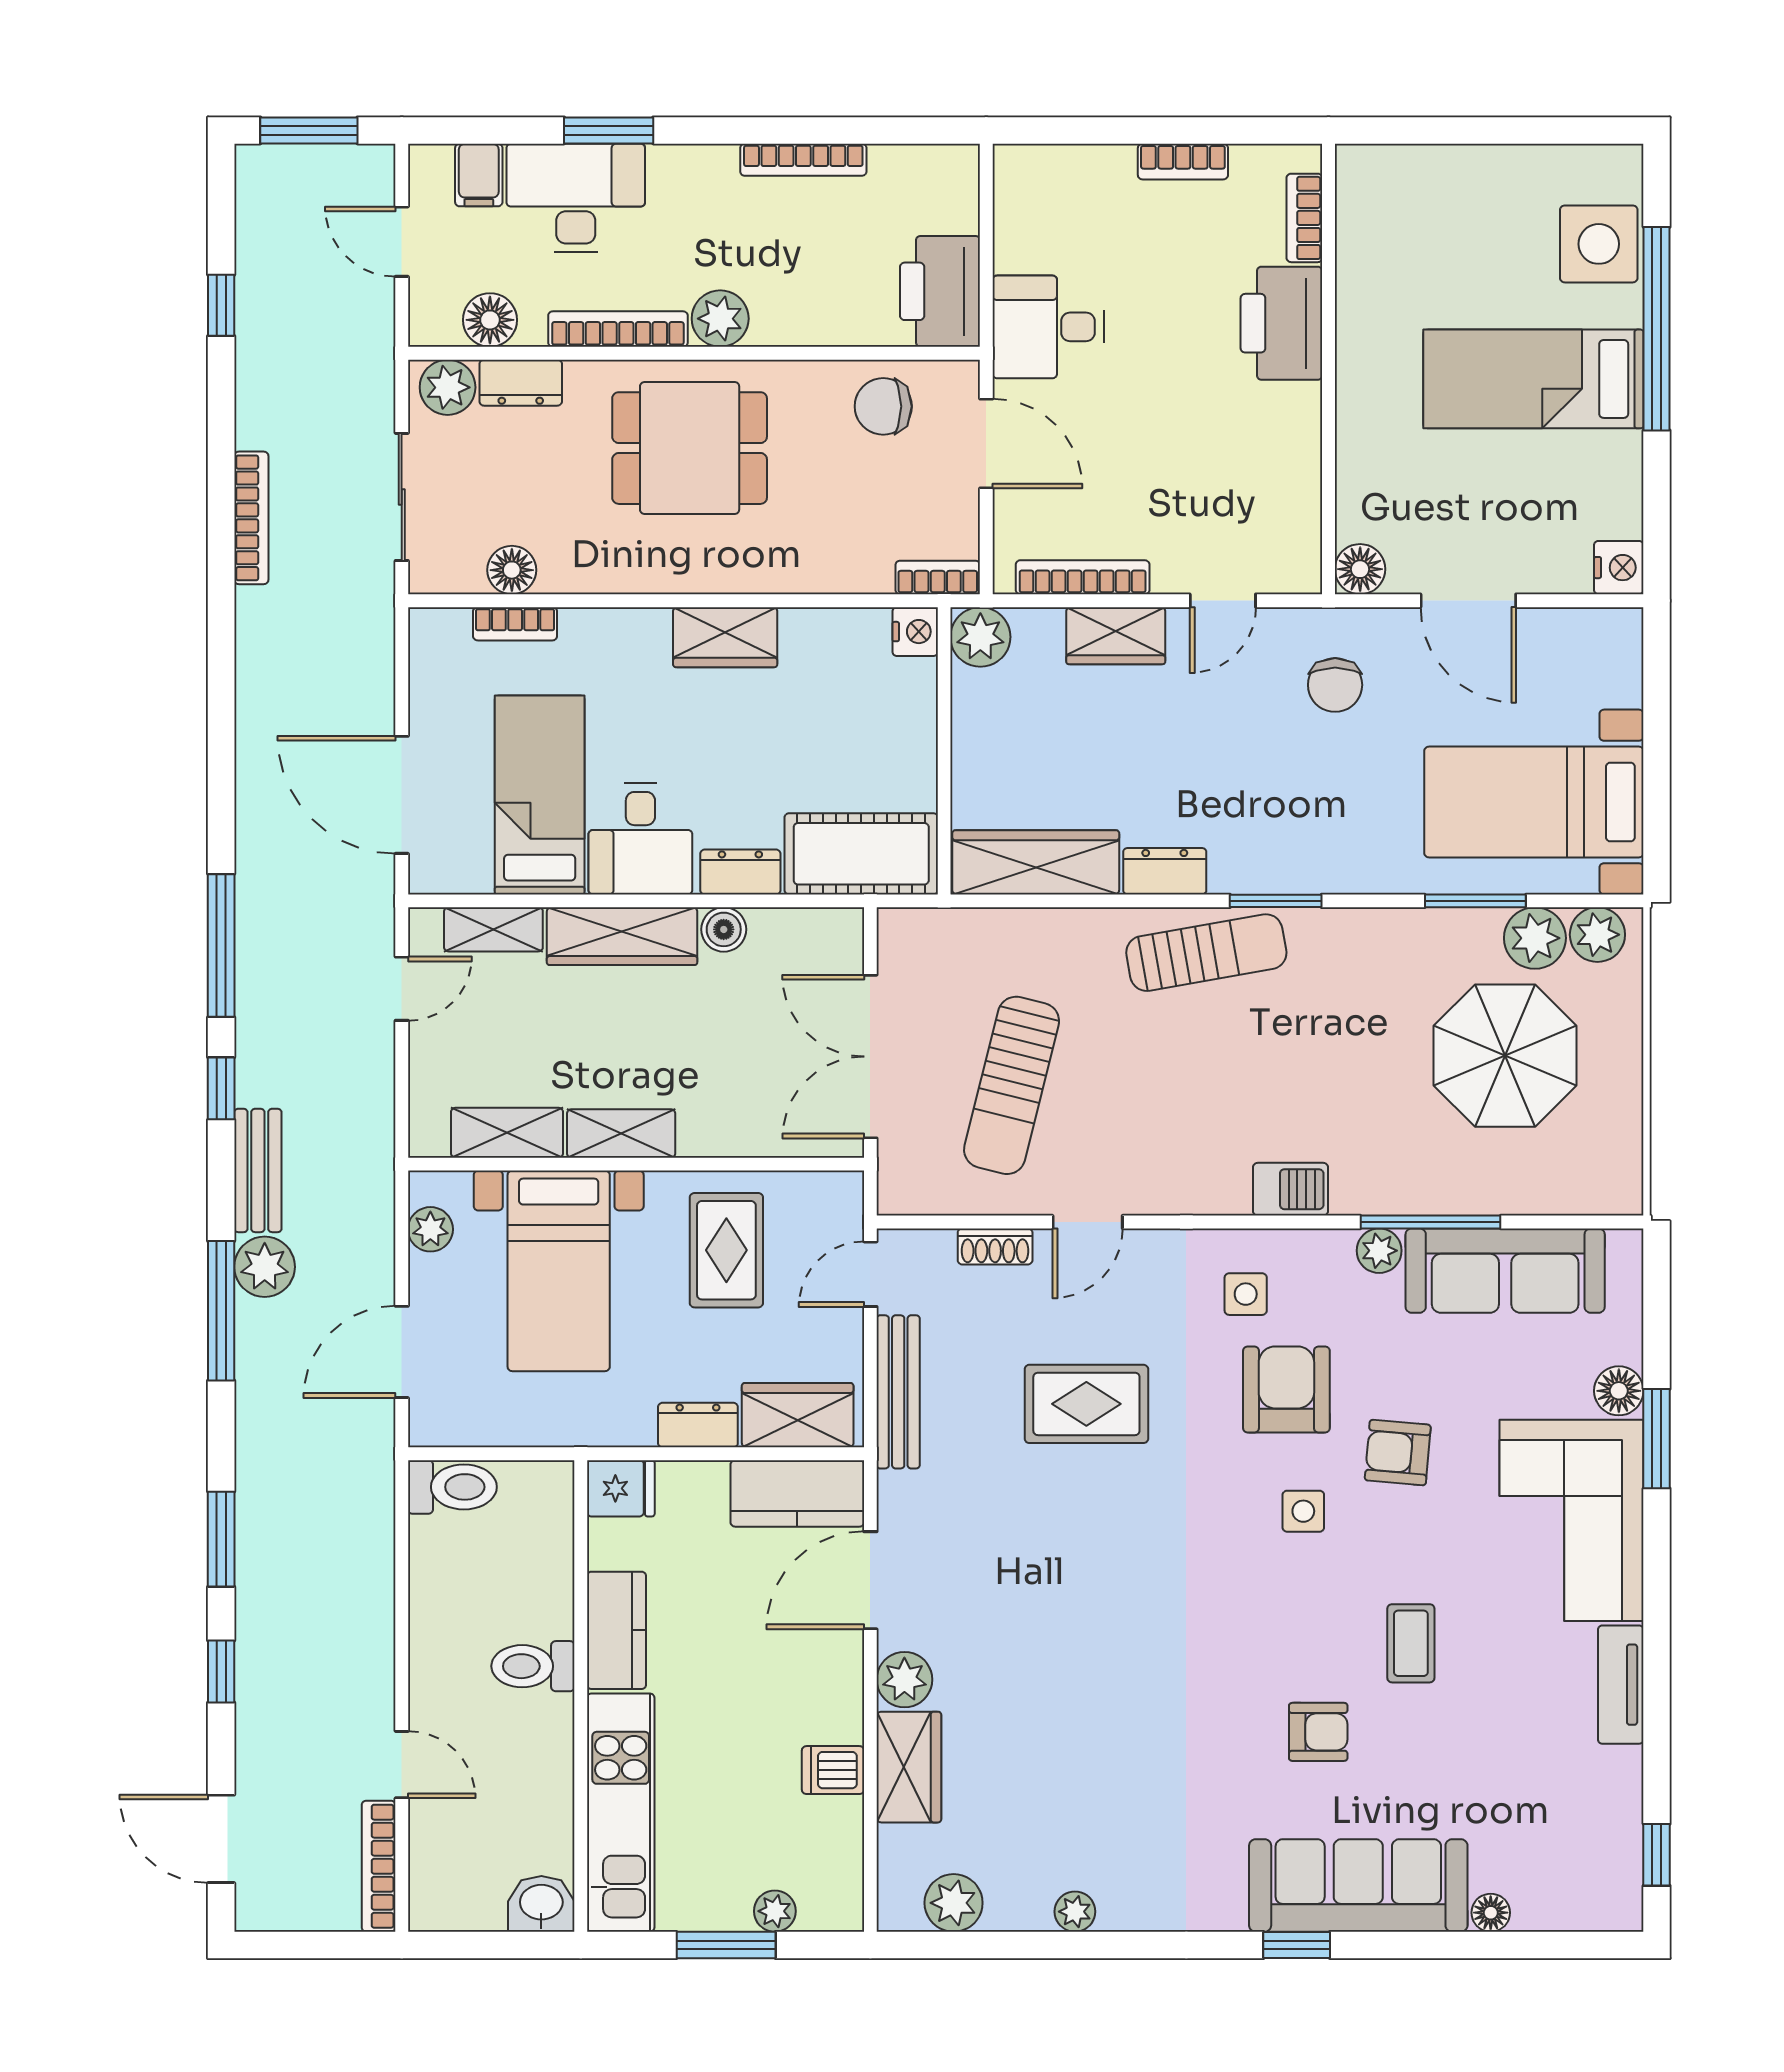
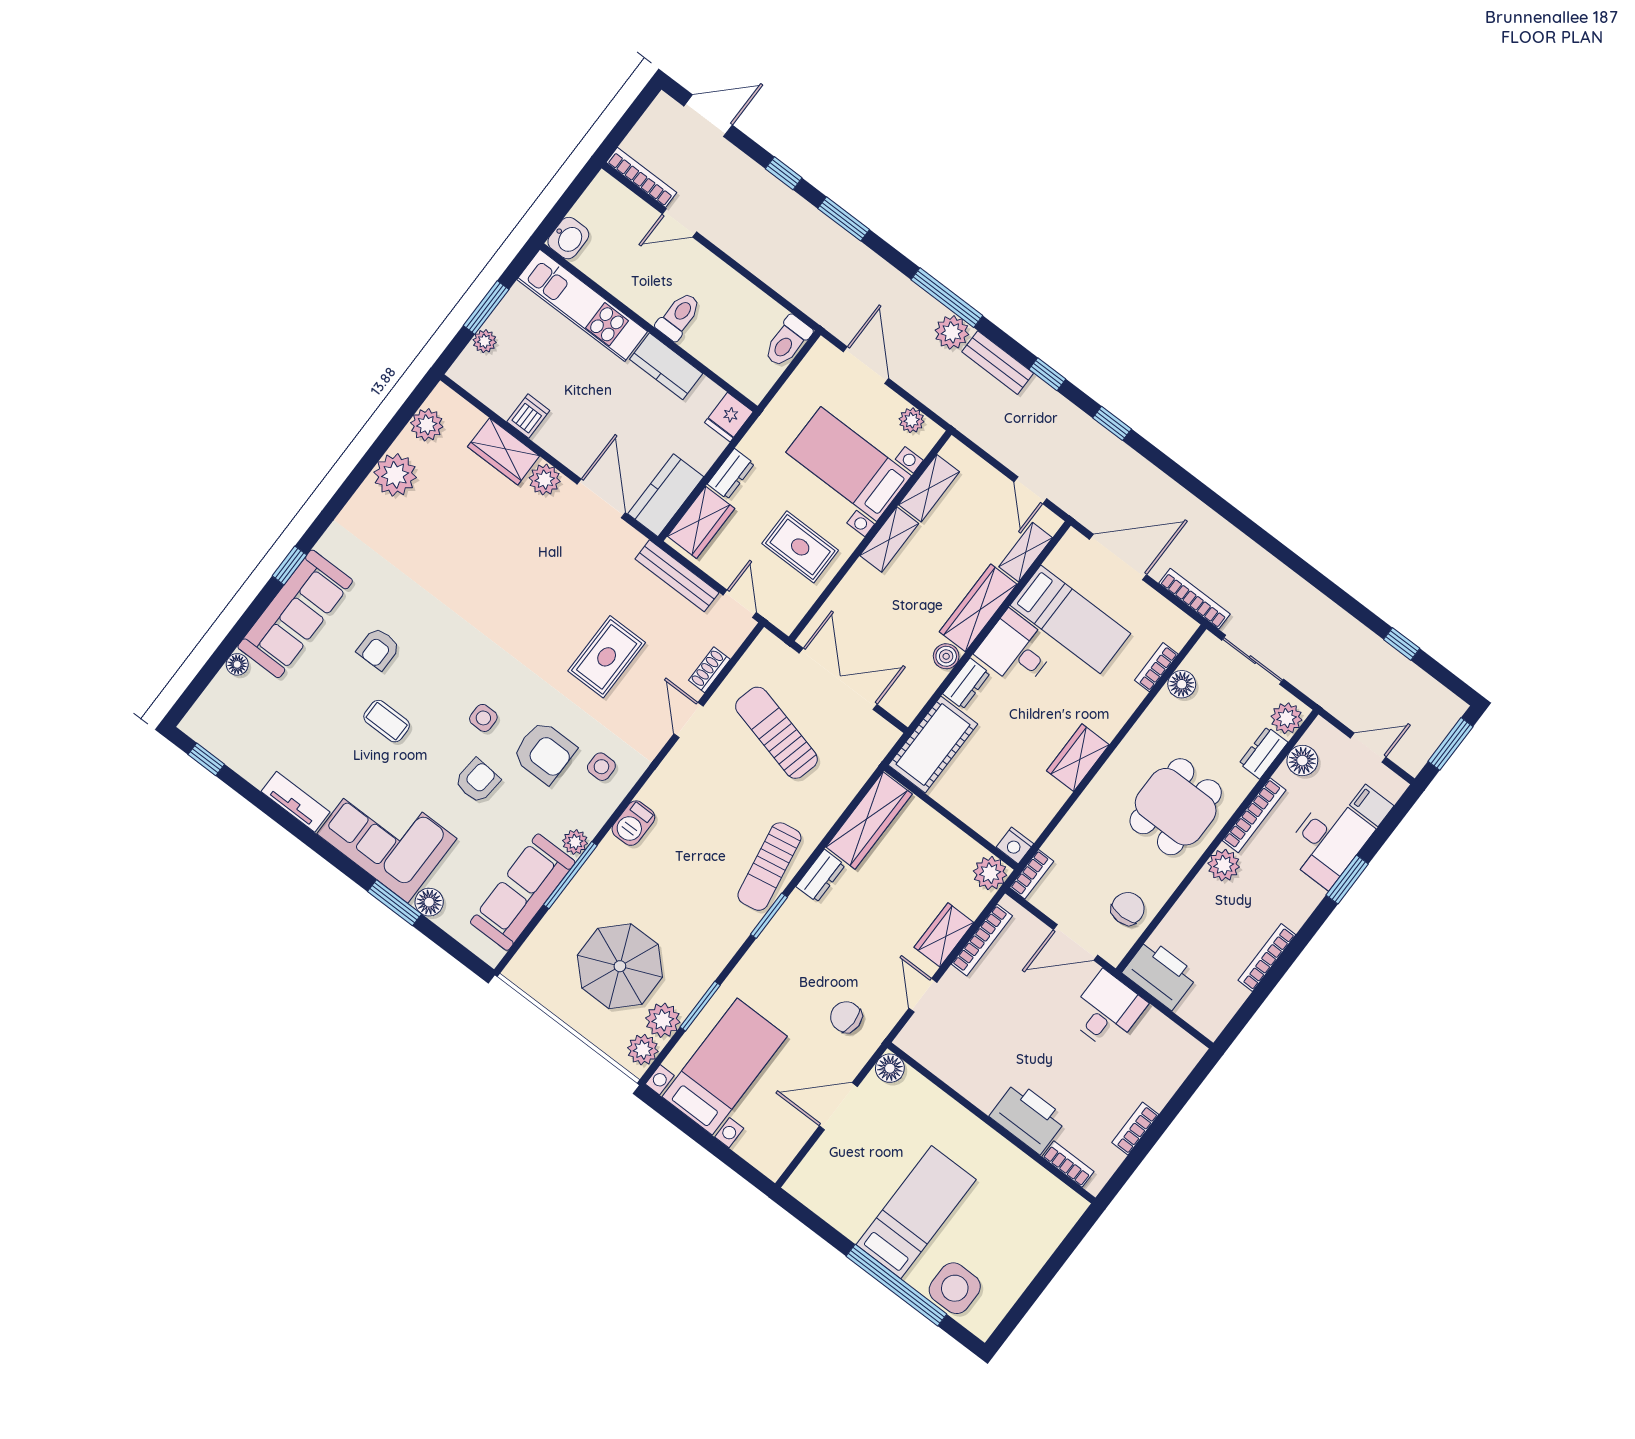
bookcase: (251, 518) -> (1195, 599), moved, turned 180
nightstand: (1619, 568) -> (801, 1186), removed
window: (221, 945) -> (1112, 423), width x0.46
plant: (1075, 1912) -> (395, 475), width x1.88, depth x1.88

